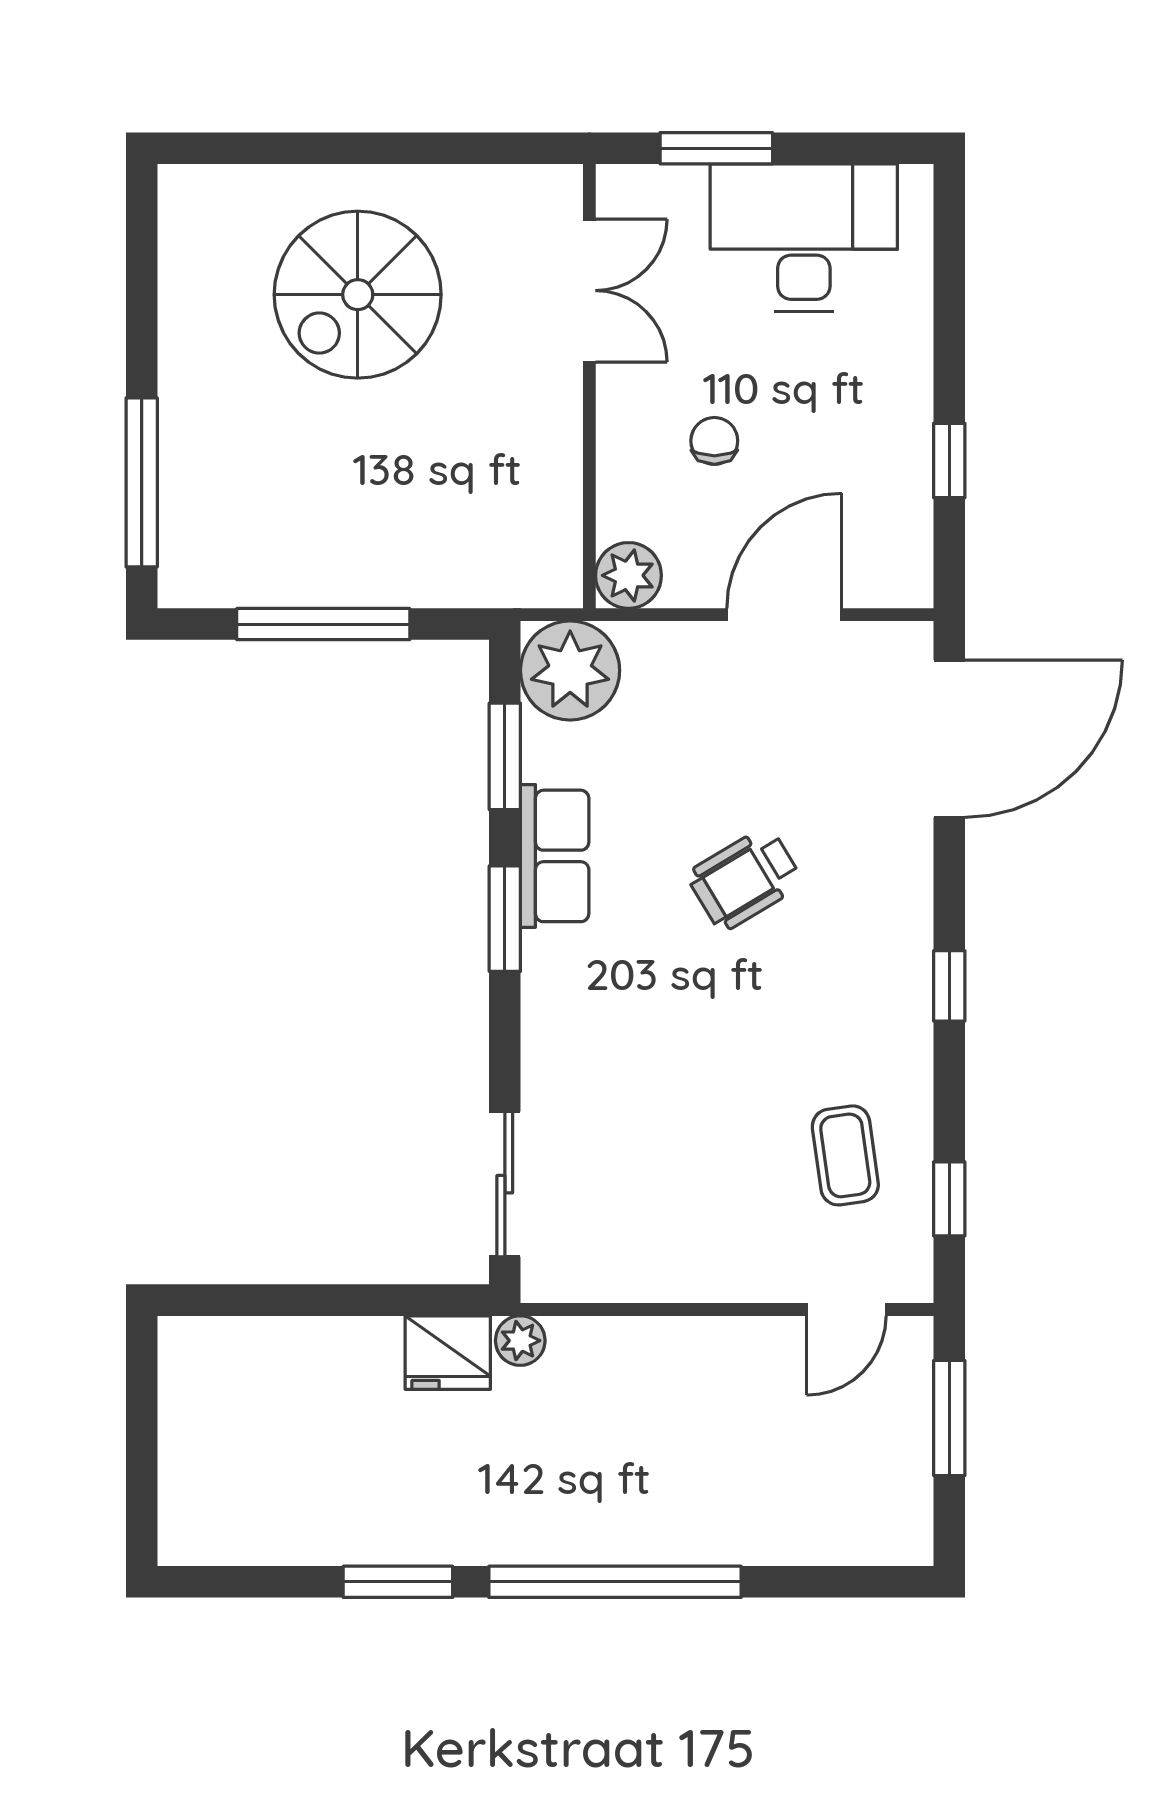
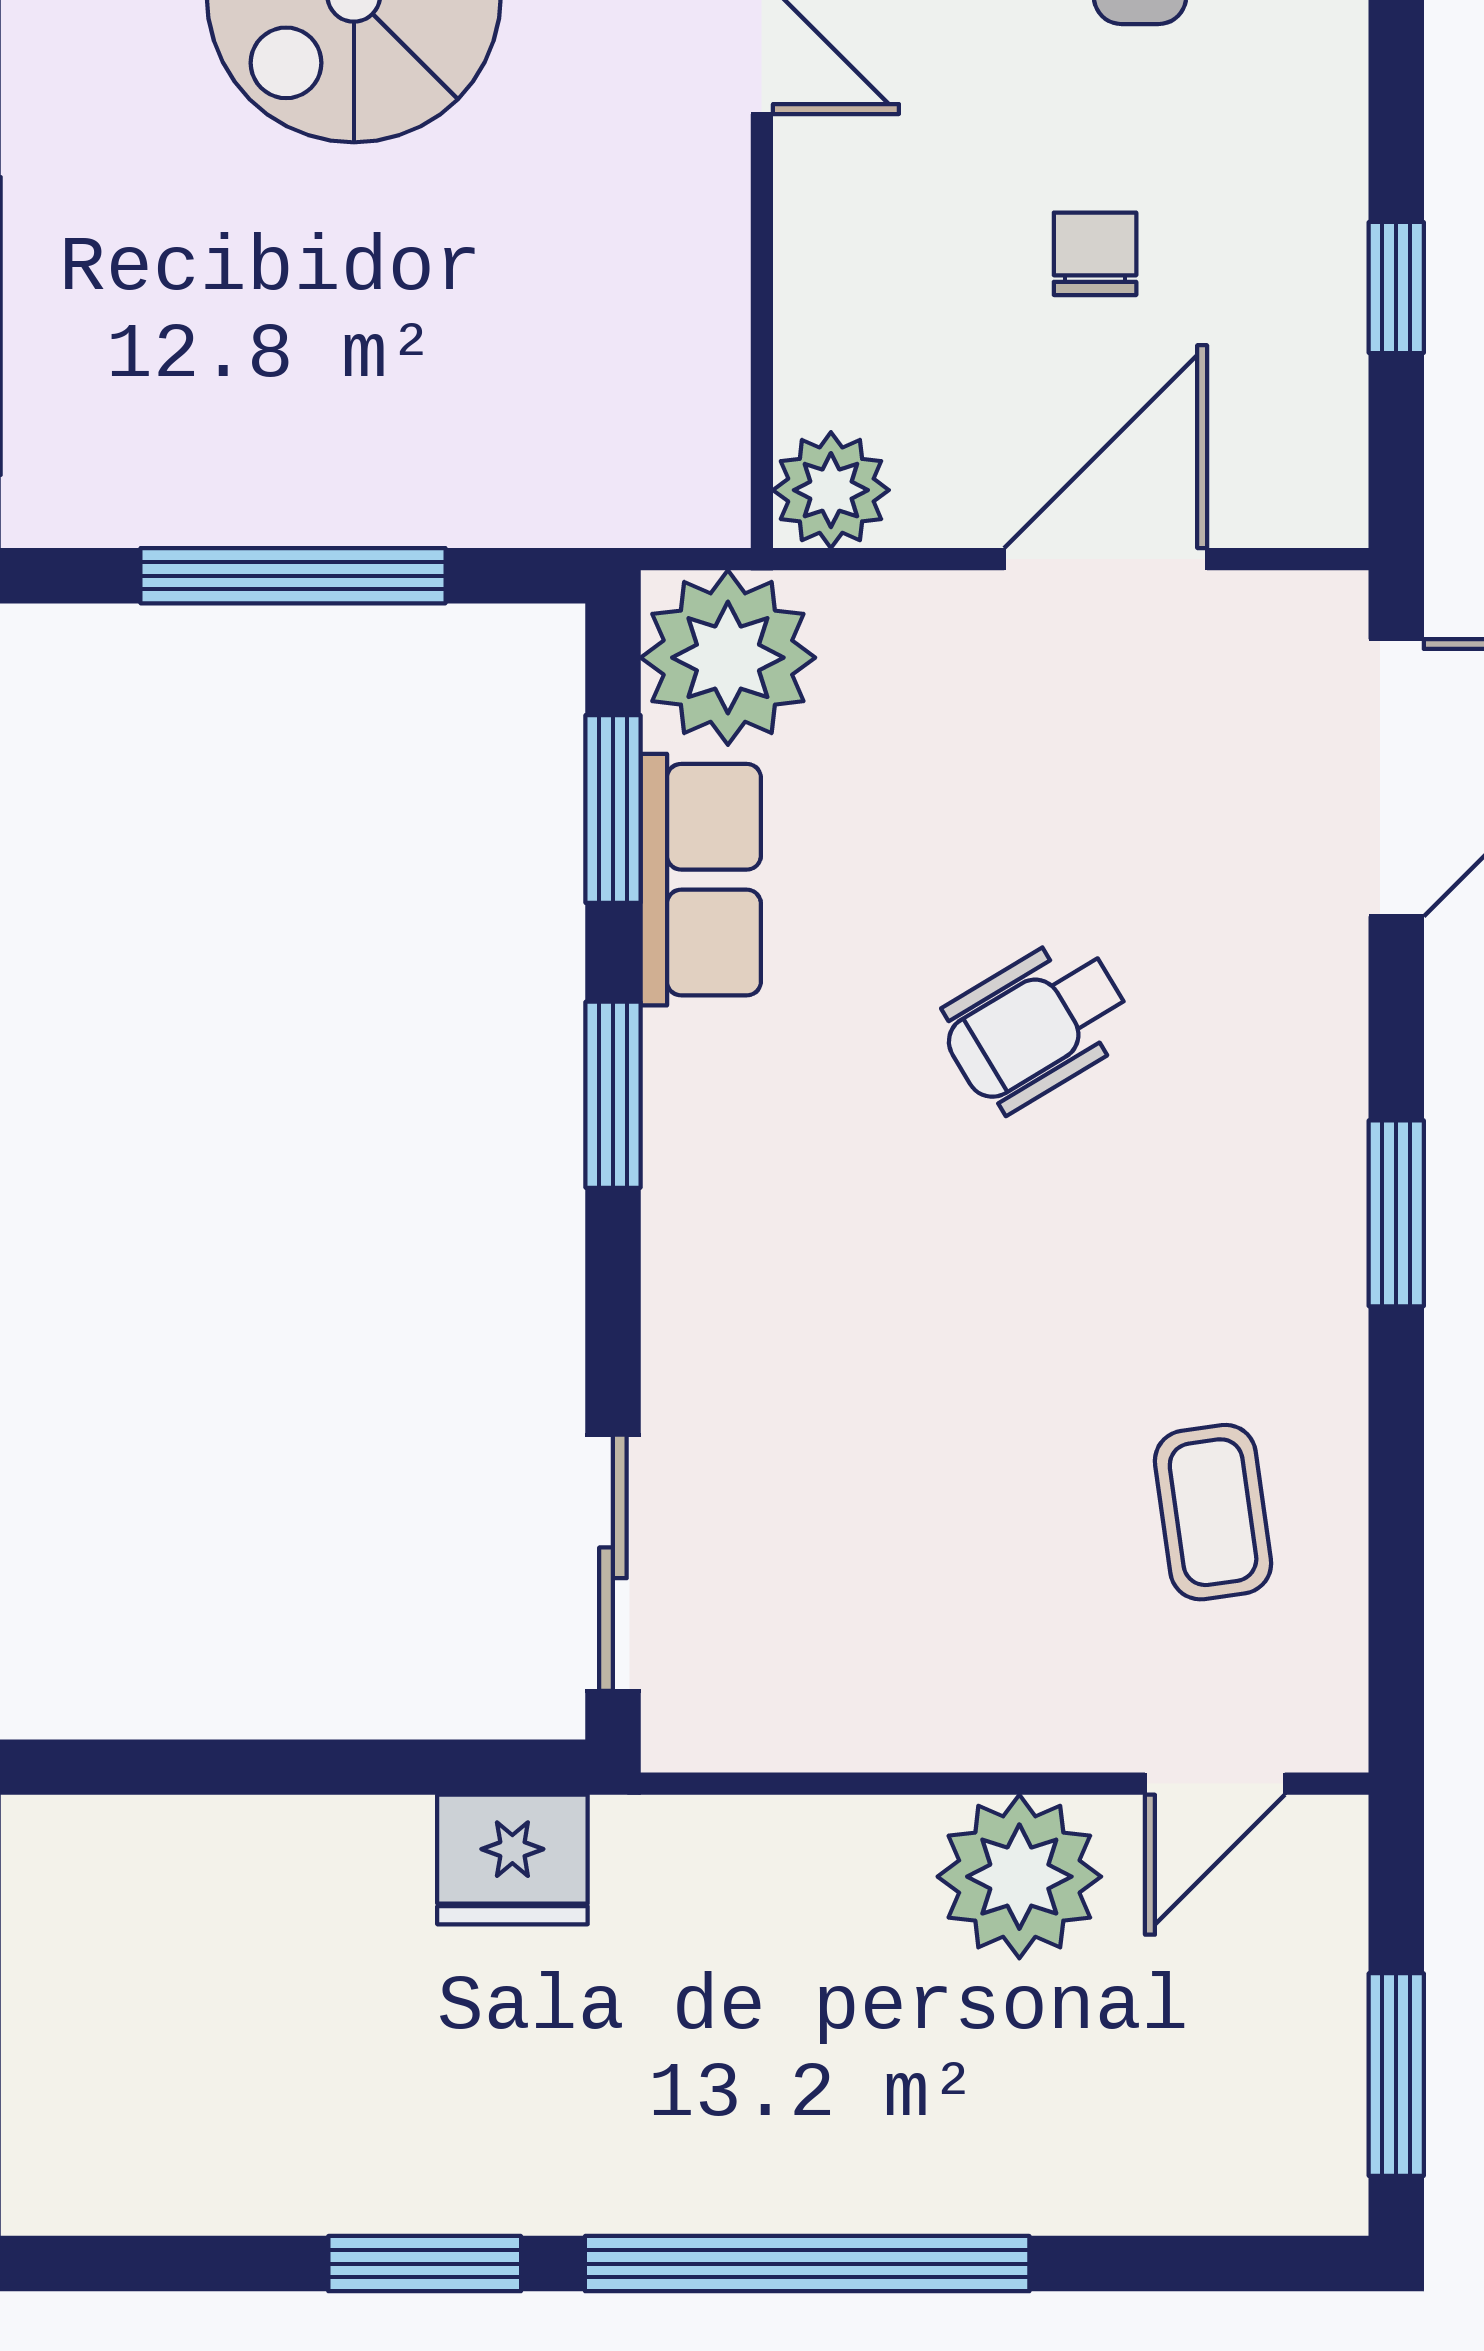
chair: (714, 441) -> (1095, 254), moved
row of seats: (555, 856) -> (701, 880), moved
window: (949, 986) -> (1396, 1213), width x1.50
window: (949, 1199) -> (1396, 1589), removed
plant: (520, 1341) -> (1019, 1877), moved, width x1.88, depth x1.88
window: (949, 1418) -> (1396, 2075), moved

